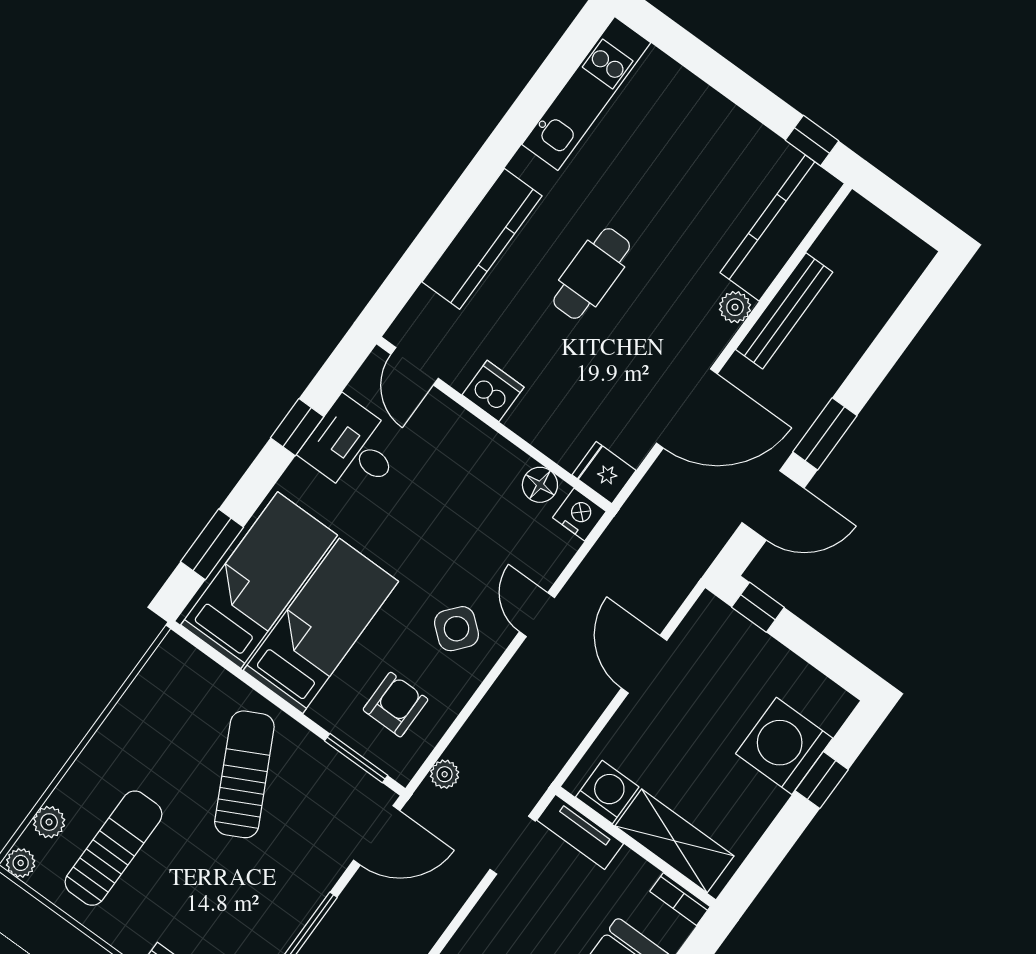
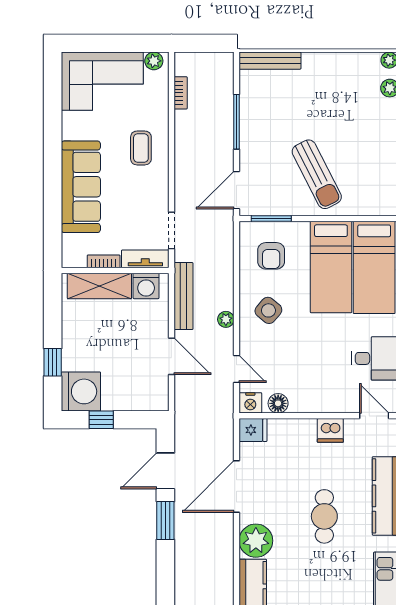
plant: (735, 307) -> (256, 541), width x1.87, depth x1.87
bench: (784, 311) -> (183, 296), moved
window: (758, 607) -> (101, 420), moved
door: (537, 615) -> (237, 369), moved
washing machine: (784, 746) -> (81, 391), moved
plant: (445, 774) -> (226, 319), moved
sun lounger: (113, 848) -> (352, 97), removed
bookcase: (680, 899) -> (104, 261), moved

